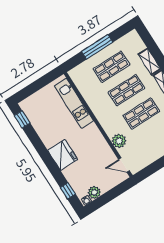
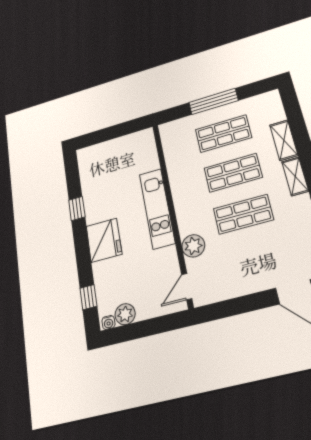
kitchen unit: (74, 103) -> (157, 208), moved
window: (22, 119) -> (77, 208), moved
door: (124, 165) -> (187, 287), hinge flipped

